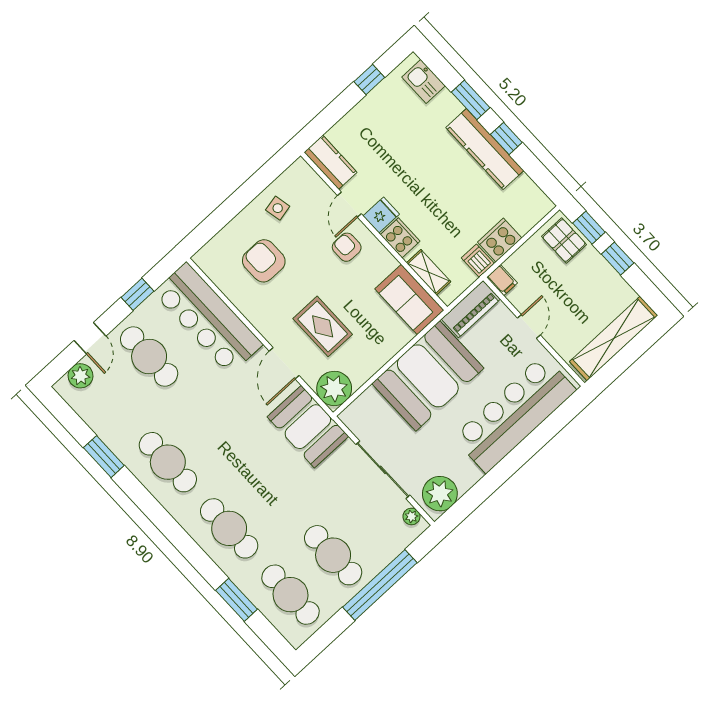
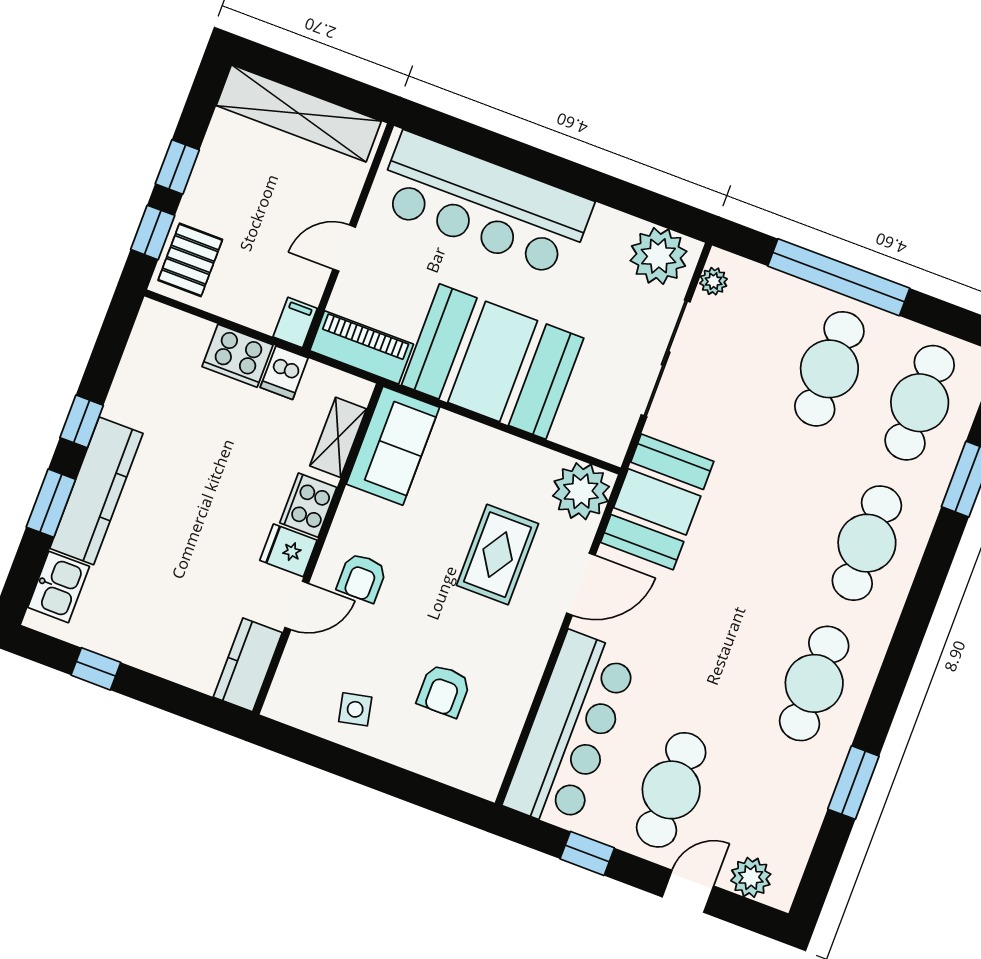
kitchen counter: (485, 149) -> (96, 491), moved
armchair: (264, 261) -> (444, 691), width x0.72, depth x0.72

